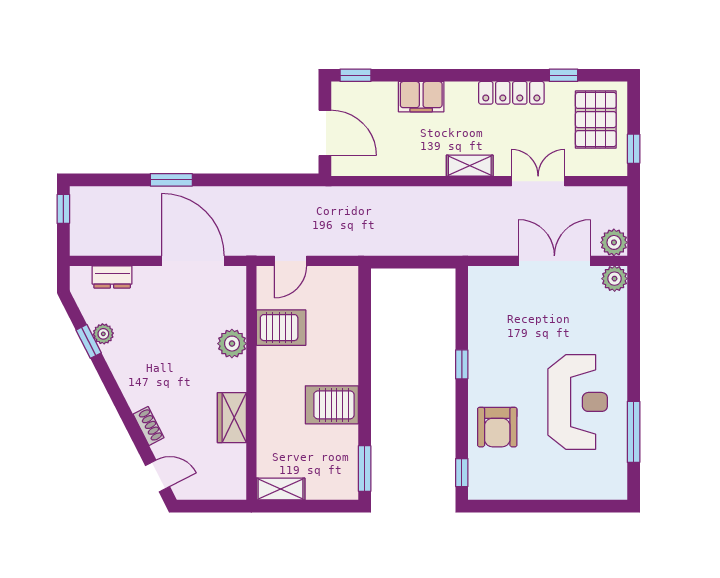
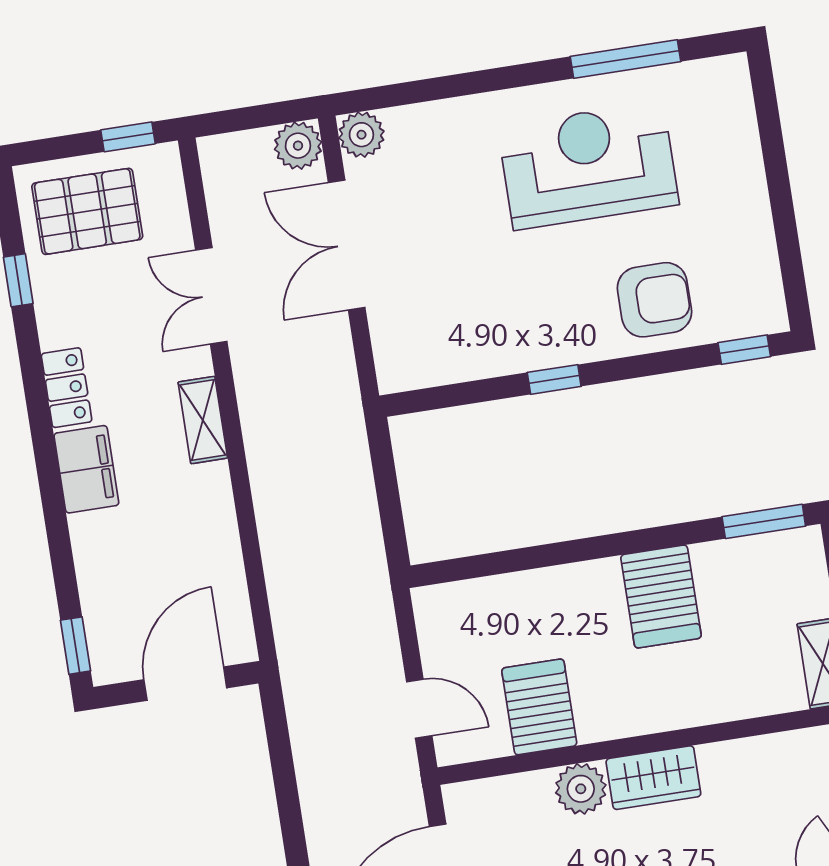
locker: (511, 93) -> (67, 388), width x0.66
filing cabinet: (421, 97) -> (86, 469), moved
wardrobe: (232, 418) -> (653, 778), moved

